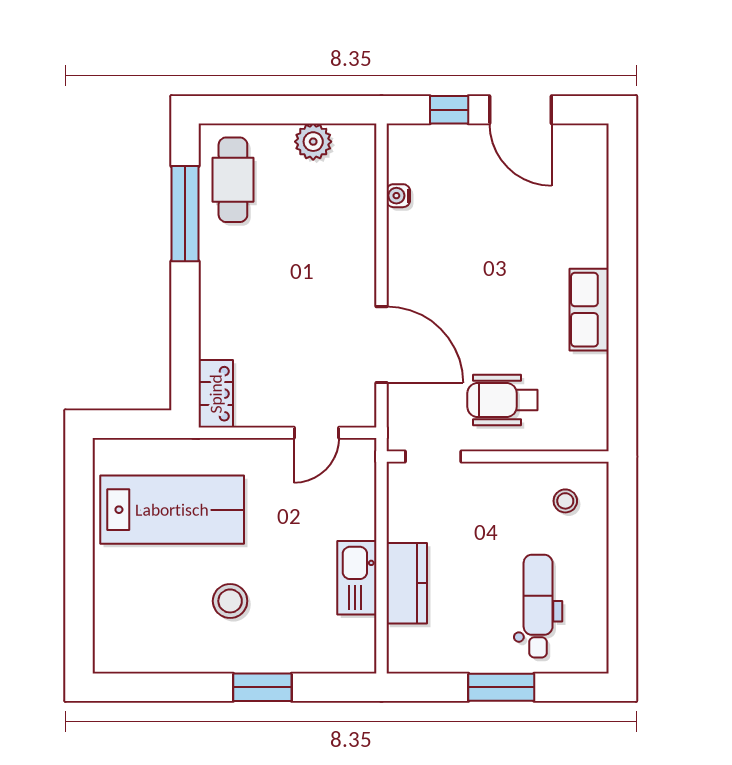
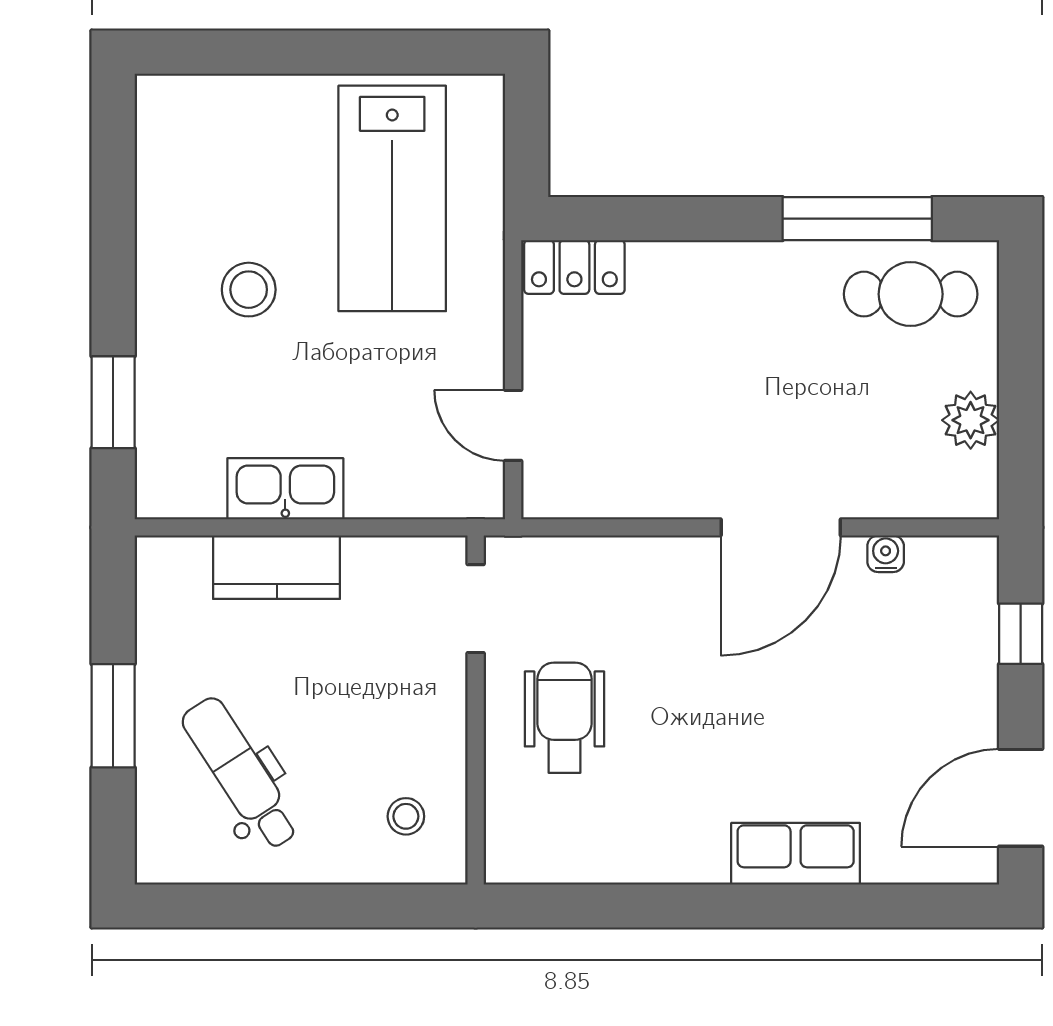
door: (520, 110) -> (1021, 798), moved
row of seats: (589, 310) -> (796, 854), moved
door: (381, 345) -> (781, 527), moved
dental chair: (538, 606) -> (241, 774), turned -123
window: (262, 687) -> (113, 402), moved

